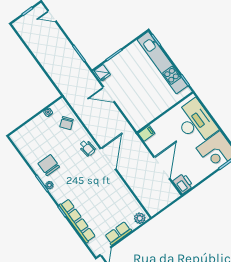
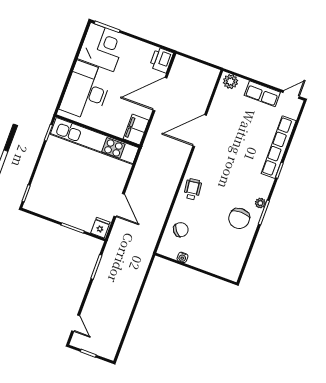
kitchen unit: (162, 63) -> (94, 141), moved, turned 90
filing cabinet: (147, 133) -> (136, 129), width x2.00
door: (108, 159) -> (200, 131), moved

